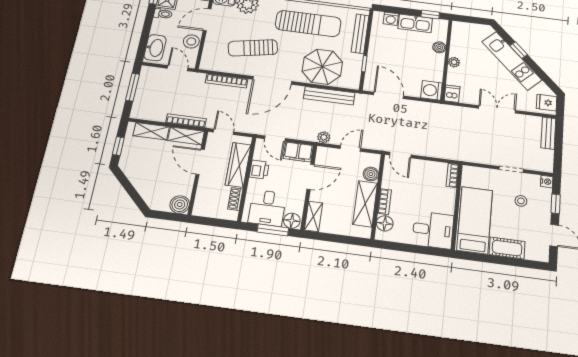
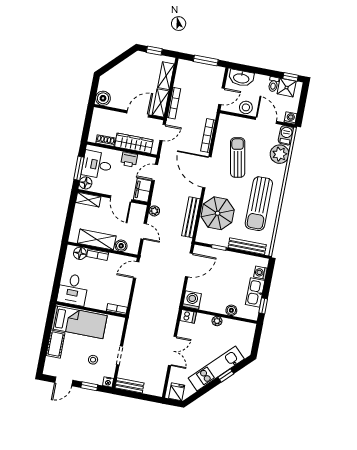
bench: (548, 133) -> (130, 385), moved

